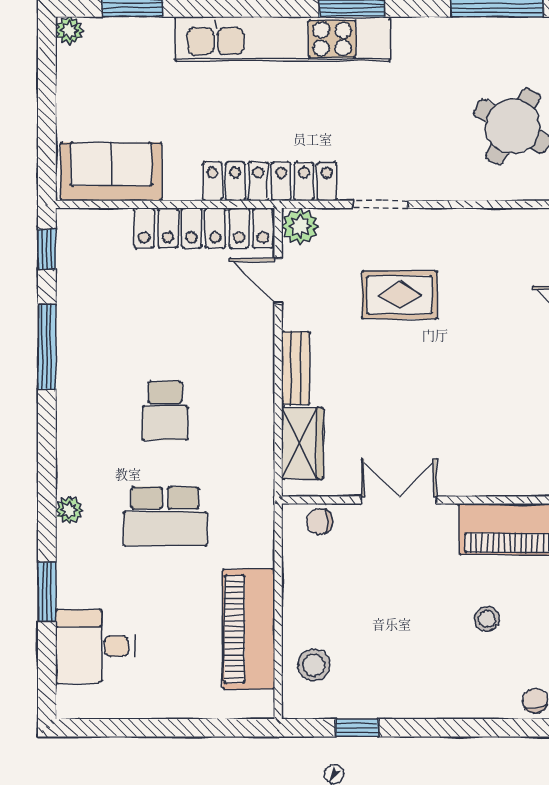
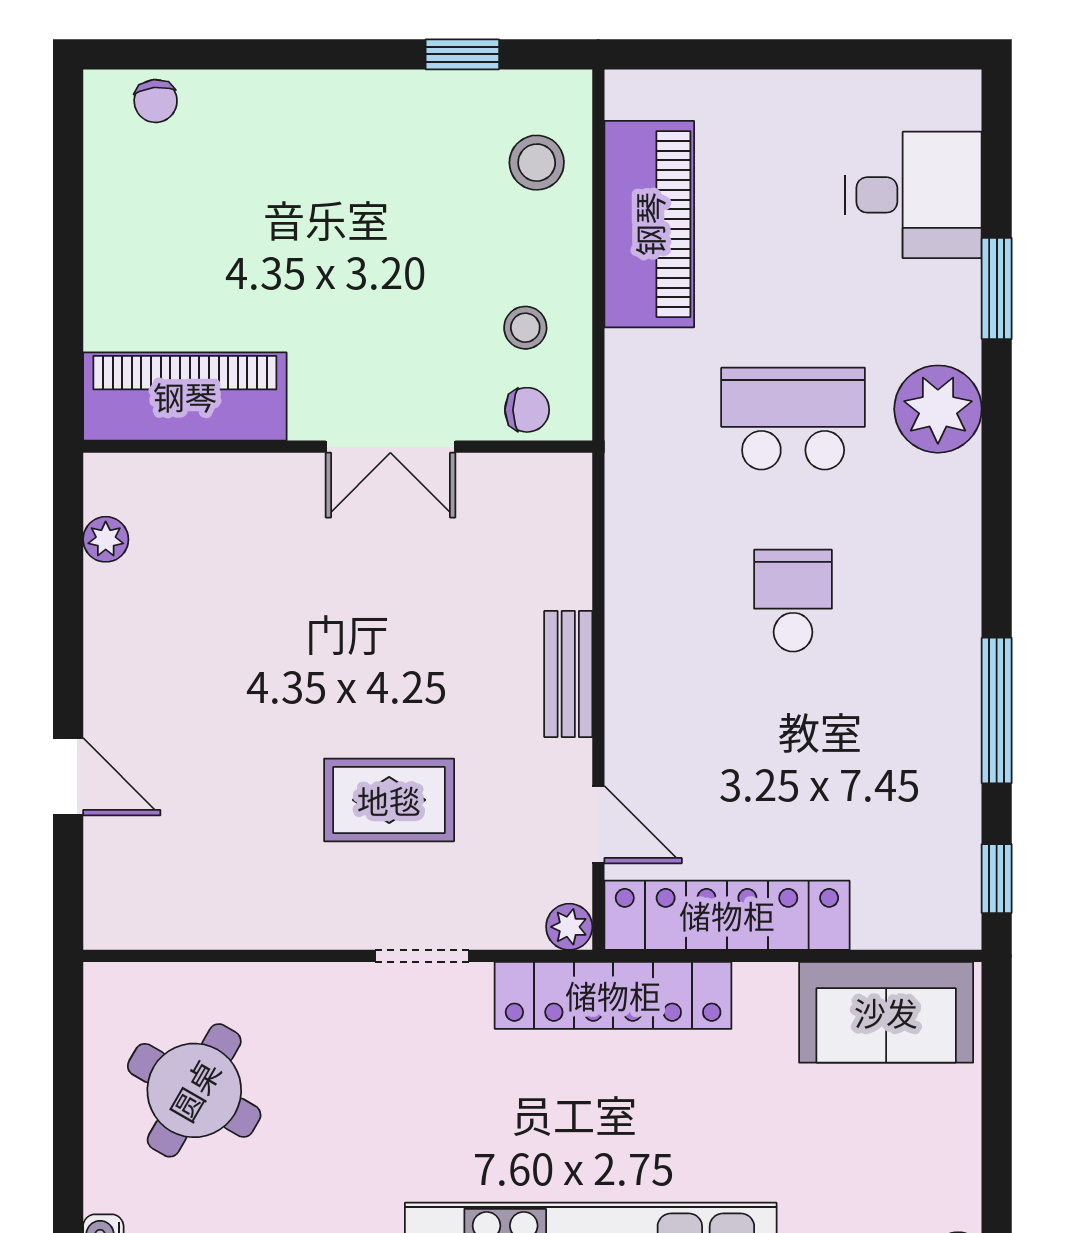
plant: (300, 226) -> (569, 927), width x0.73, depth x0.73
wardrobe: (302, 443) -> (556, 544), removed
plant: (69, 510) -> (938, 409), width x1.88, depth x1.88
stool: (487, 619) -> (525, 328), moved

